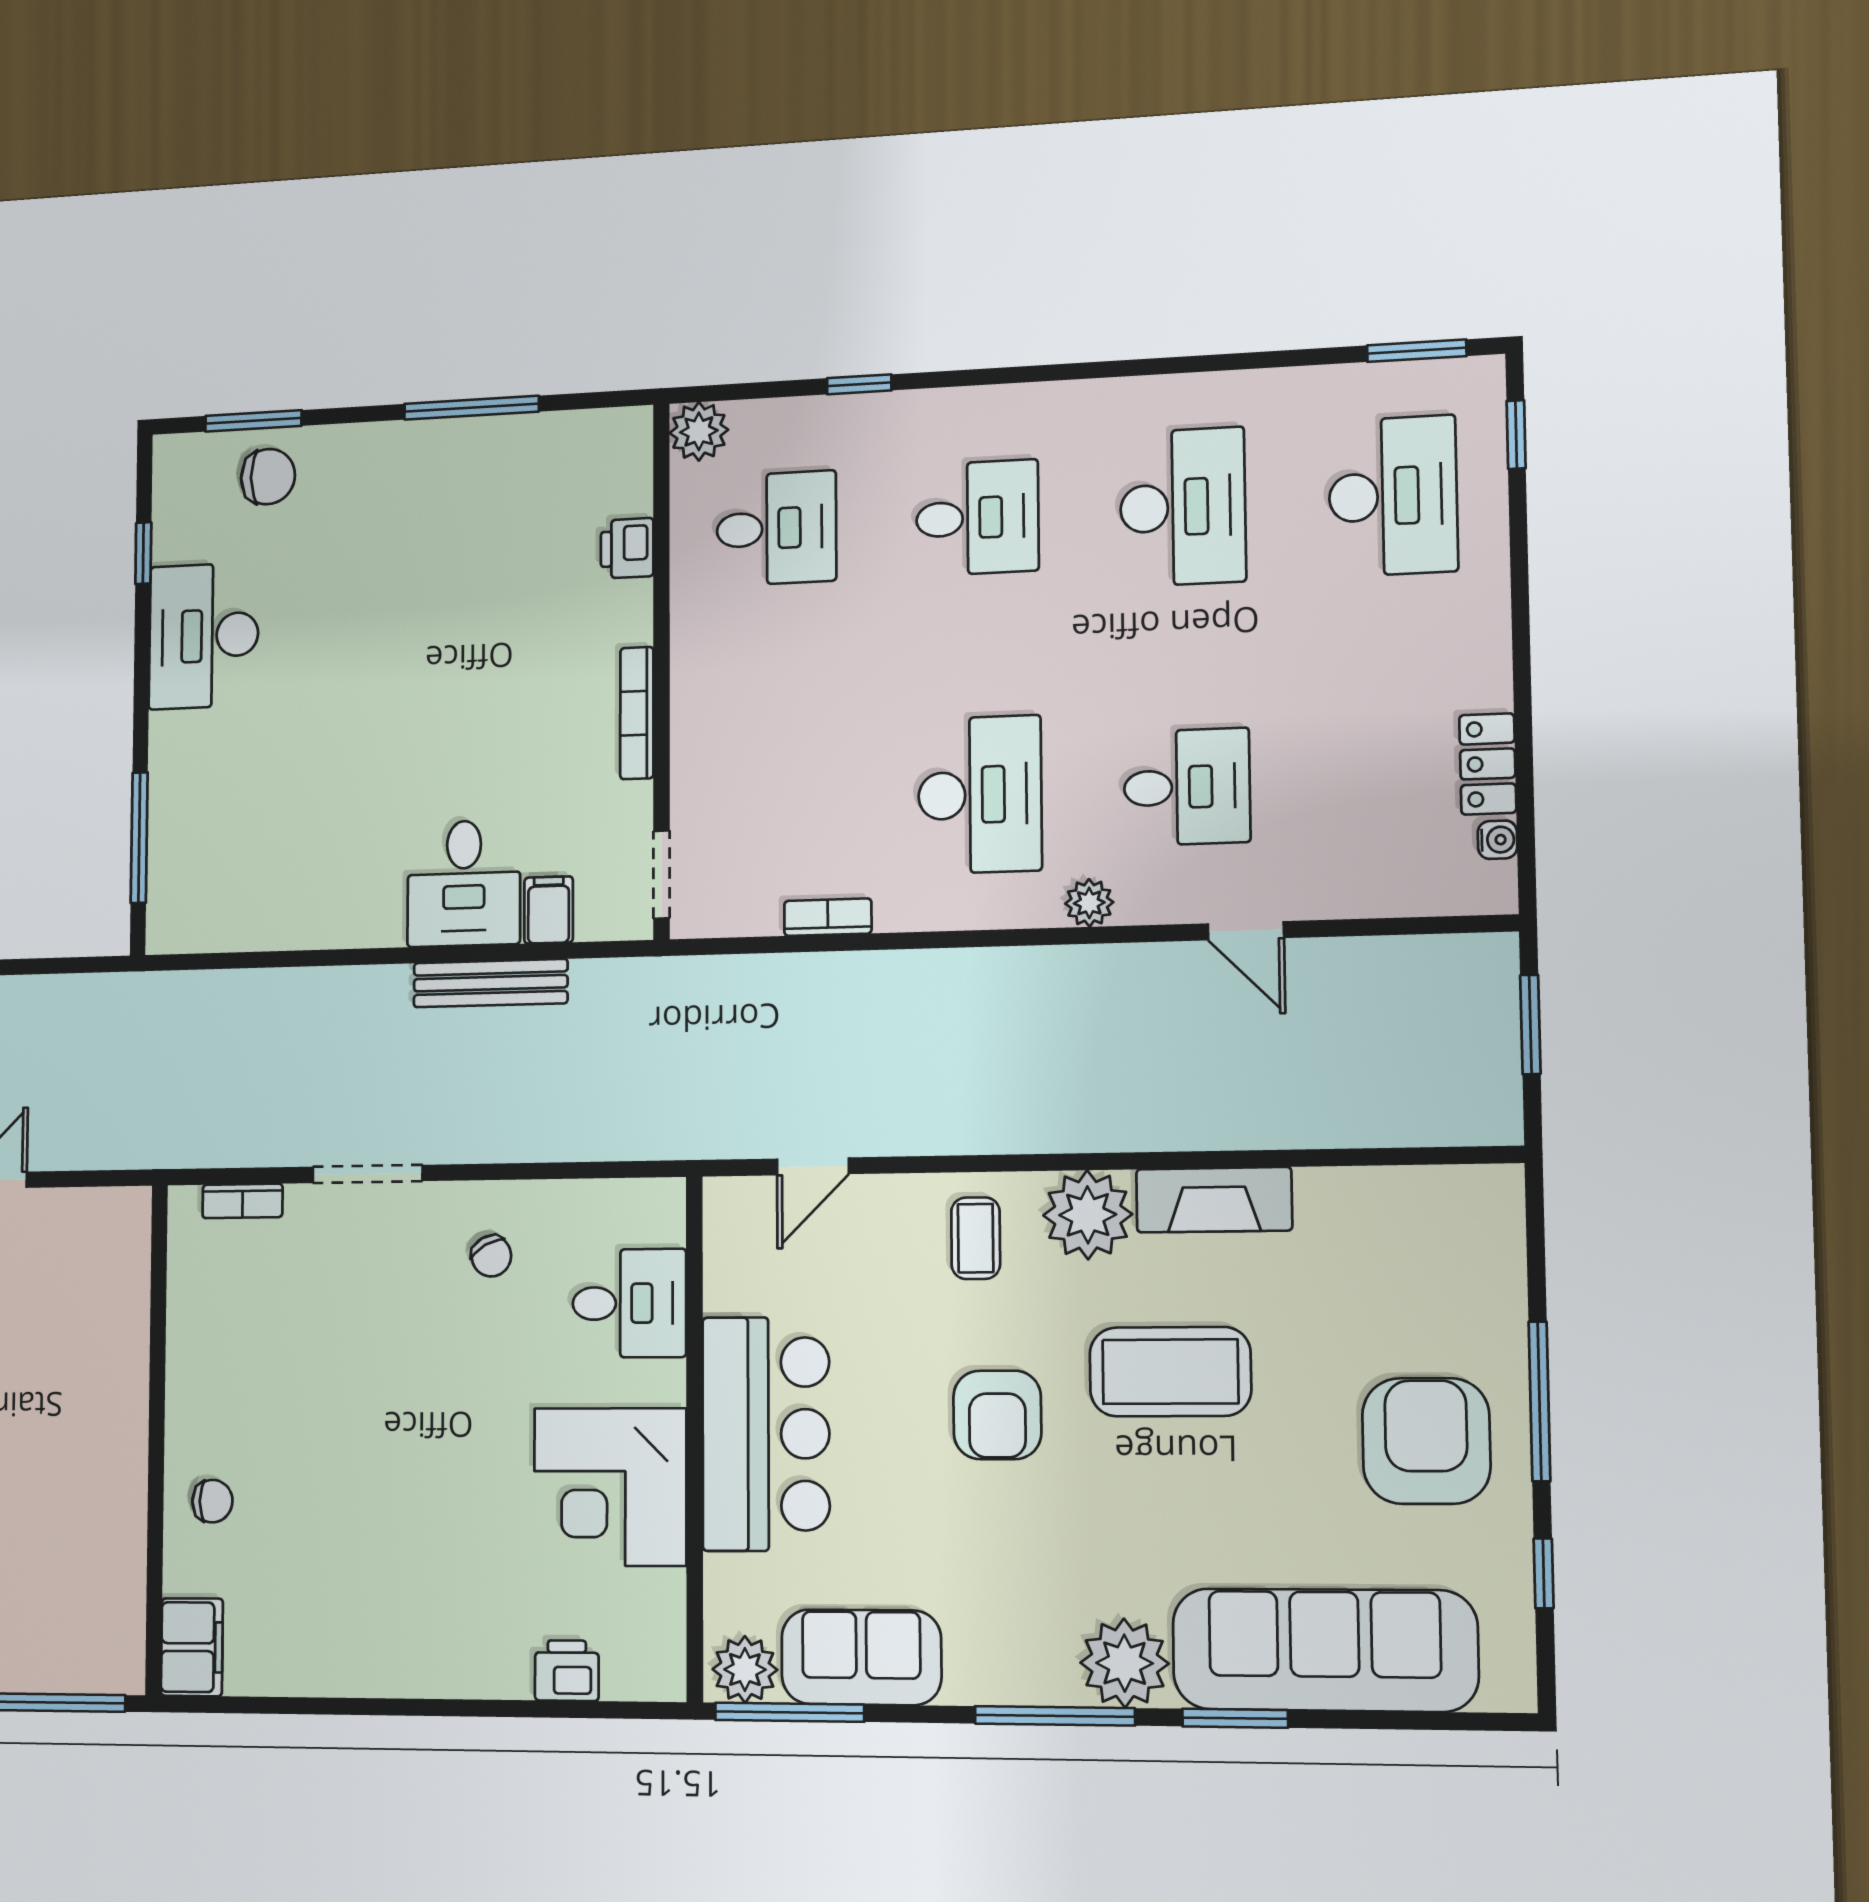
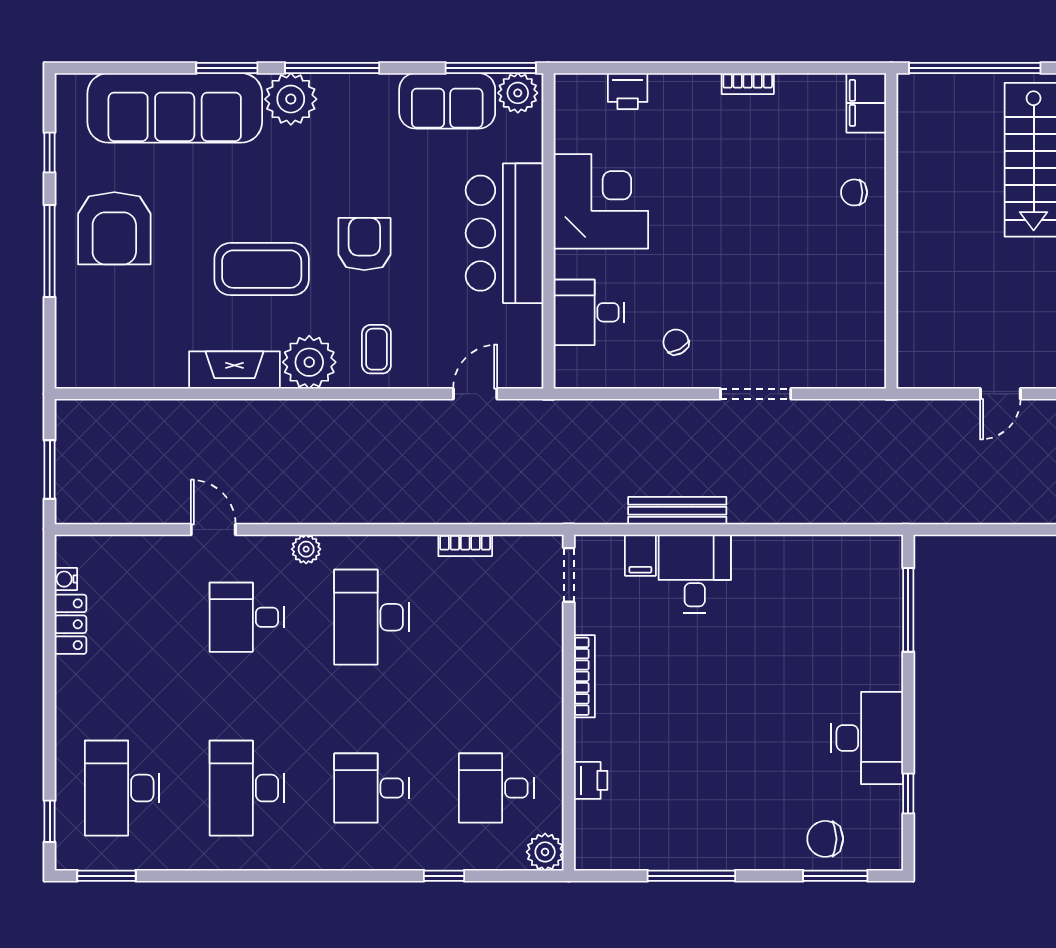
bookcase: (243, 1201) -> (748, 84), moved, turned 180

